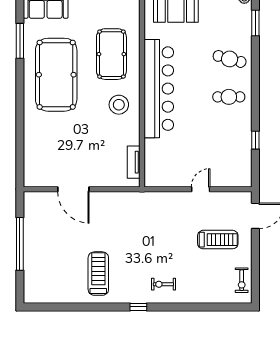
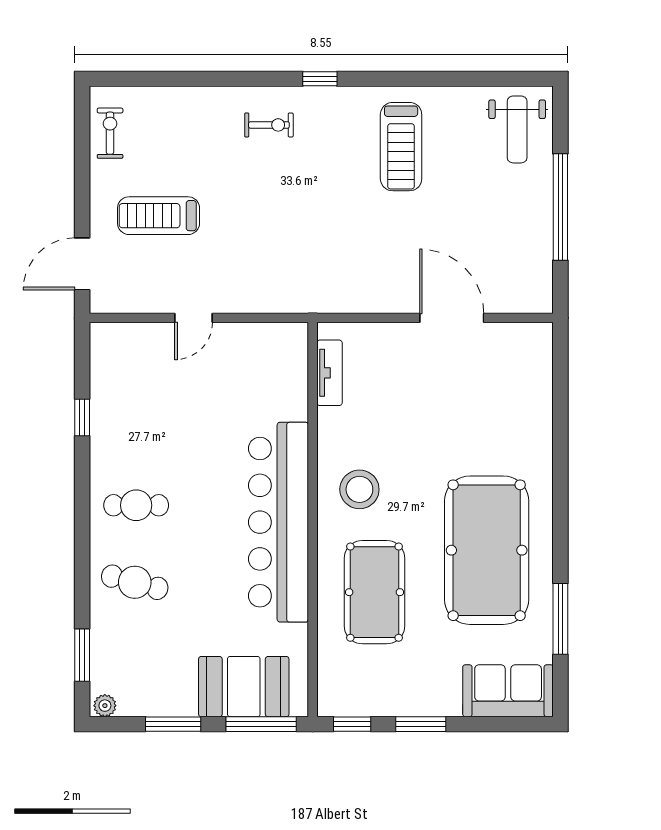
weight bench: (41, 282) -> (517, 129), added

